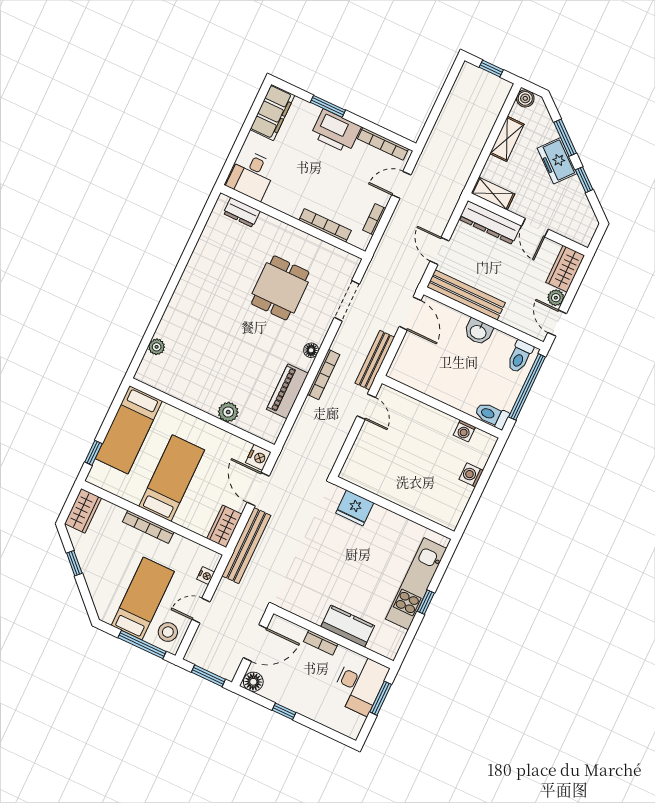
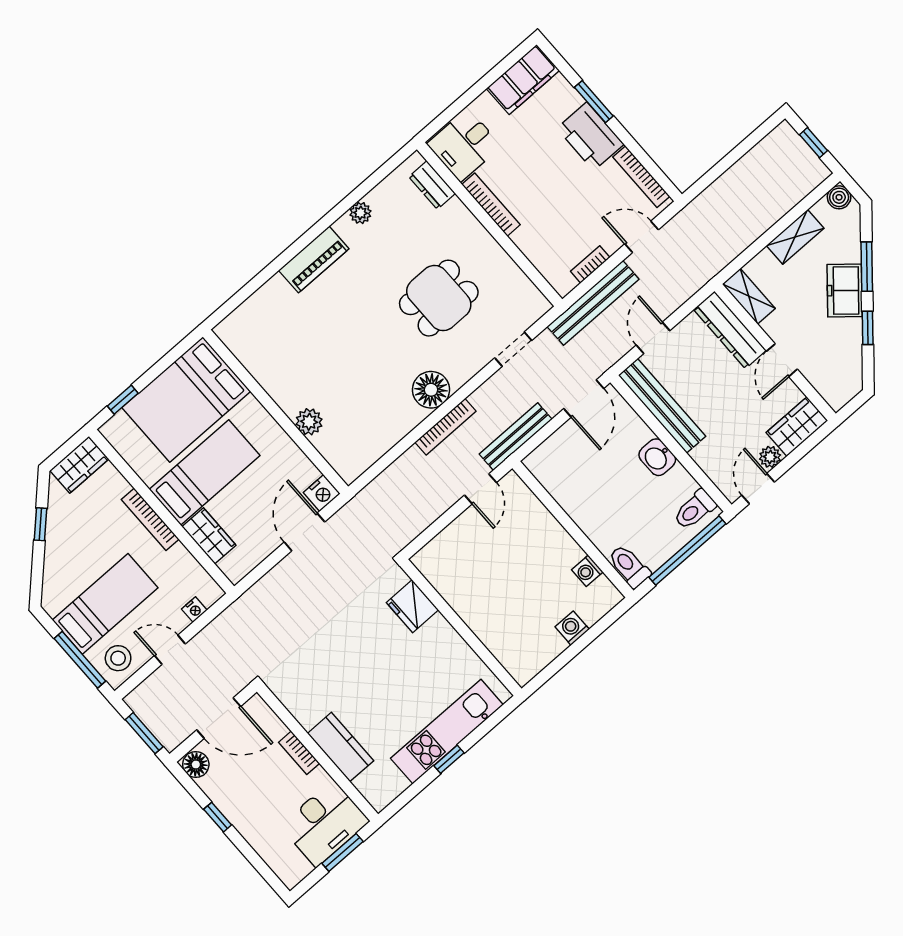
bookcase: (325, 225) -> (491, 205), moved
doorway: (347, 301) -> (513, 349), width x0.73
plant: (157, 347) -> (360, 213), moved
floor lamp: (311, 350) -> (431, 390), width x1.89, depth x1.89
piano: (287, 391) -> (314, 259), moved, turned 180
bed: (129, 430) -> (186, 399), width x1.50
wardrobe: (224, 526) -> (209, 536), moved, turned 90
bench: (246, 546) -> (593, 303), moved

